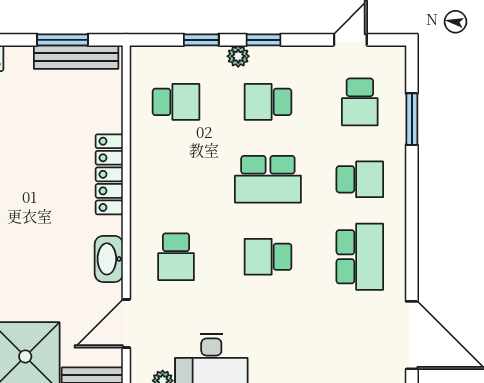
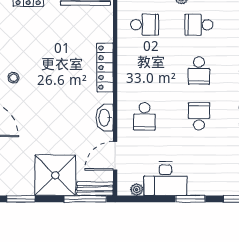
school desk: (268, 179) -> (199, 71), width x0.54
school desk: (268, 257) -> (199, 116), turned 90

